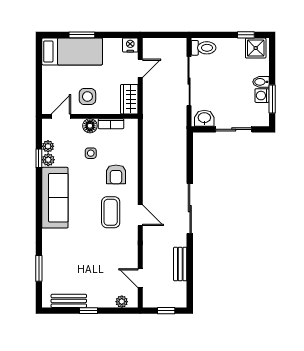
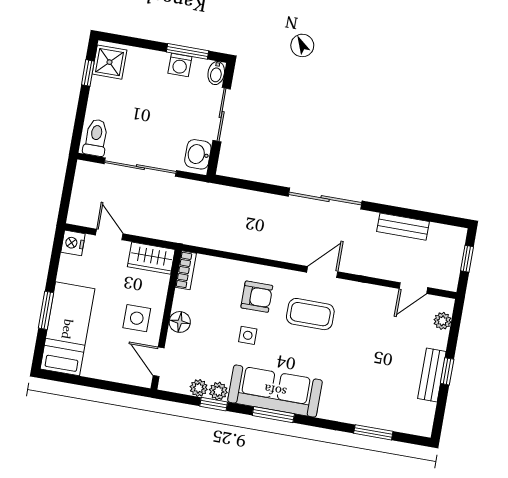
bidet: (261, 82) -> (216, 73), moved
bookcase: (111, 124) -> (186, 270), moved
side table: (91, 153) -> (248, 335), moved
window: (39, 199) -> (273, 415), added
bench: (69, 301) -> (432, 375), moved

